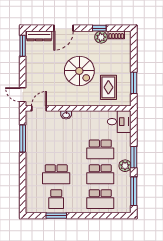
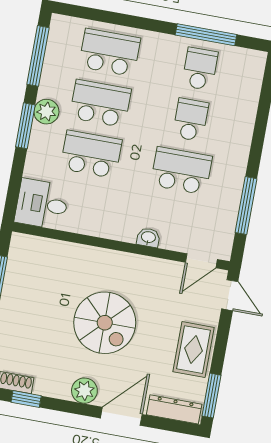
window: (99, 28) -> (26, 399), moved
plant: (101, 37) -> (84, 391), moved
spiral stairs: (79, 71) -> (105, 323), turned 180
rug: (108, 87) -> (194, 350), moved
school desk: (56, 149) -> (181, 171), added
school desk: (56, 174) -> (191, 120), width x0.54
window: (56, 216) -> (206, 35), width x1.44

